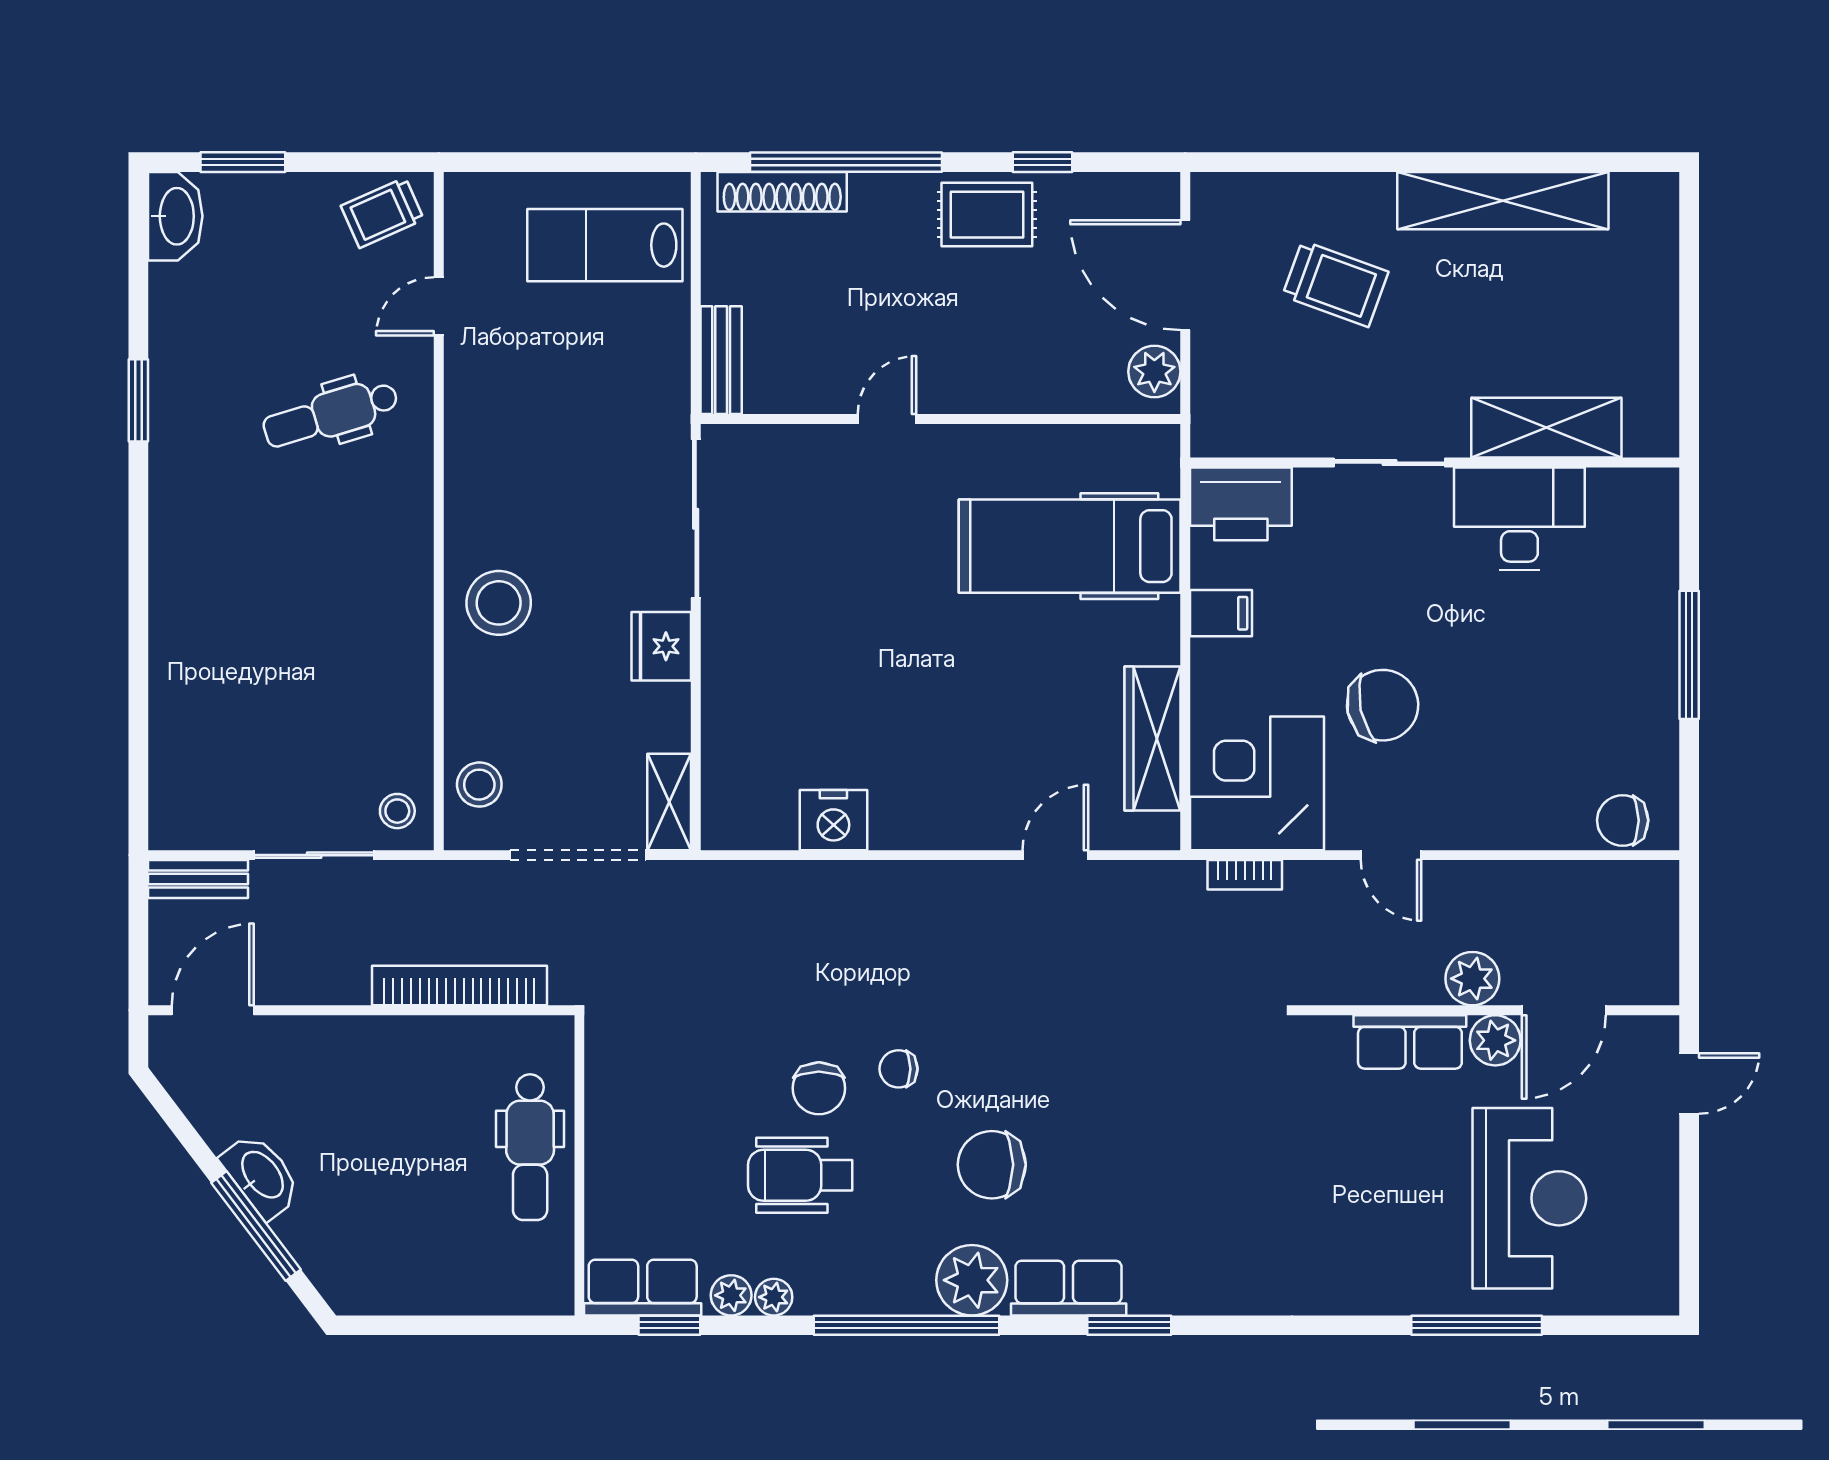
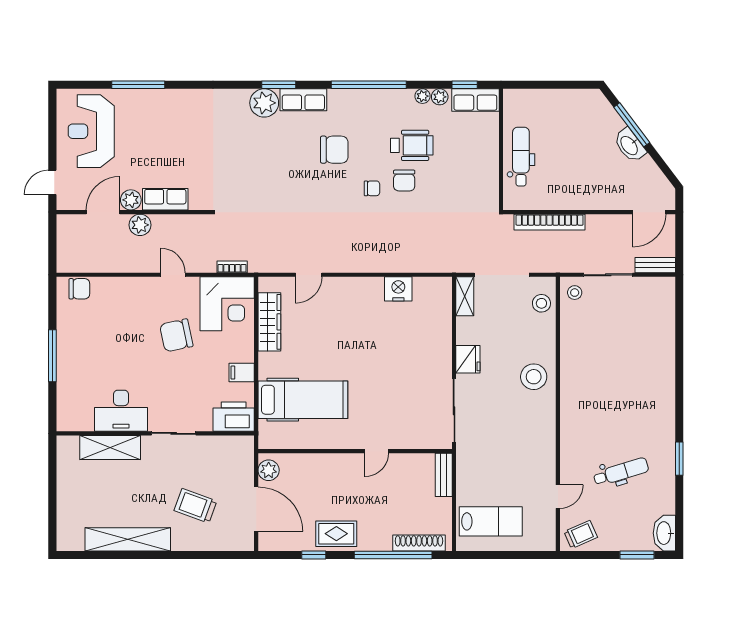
dental chair: (331, 414) -> (621, 472), moved
chair: (819, 1088) -> (404, 180), turned 180
reception desk: (1529, 1198) -> (91, 131), moved
plant: (972, 1280) -> (264, 103), moved

